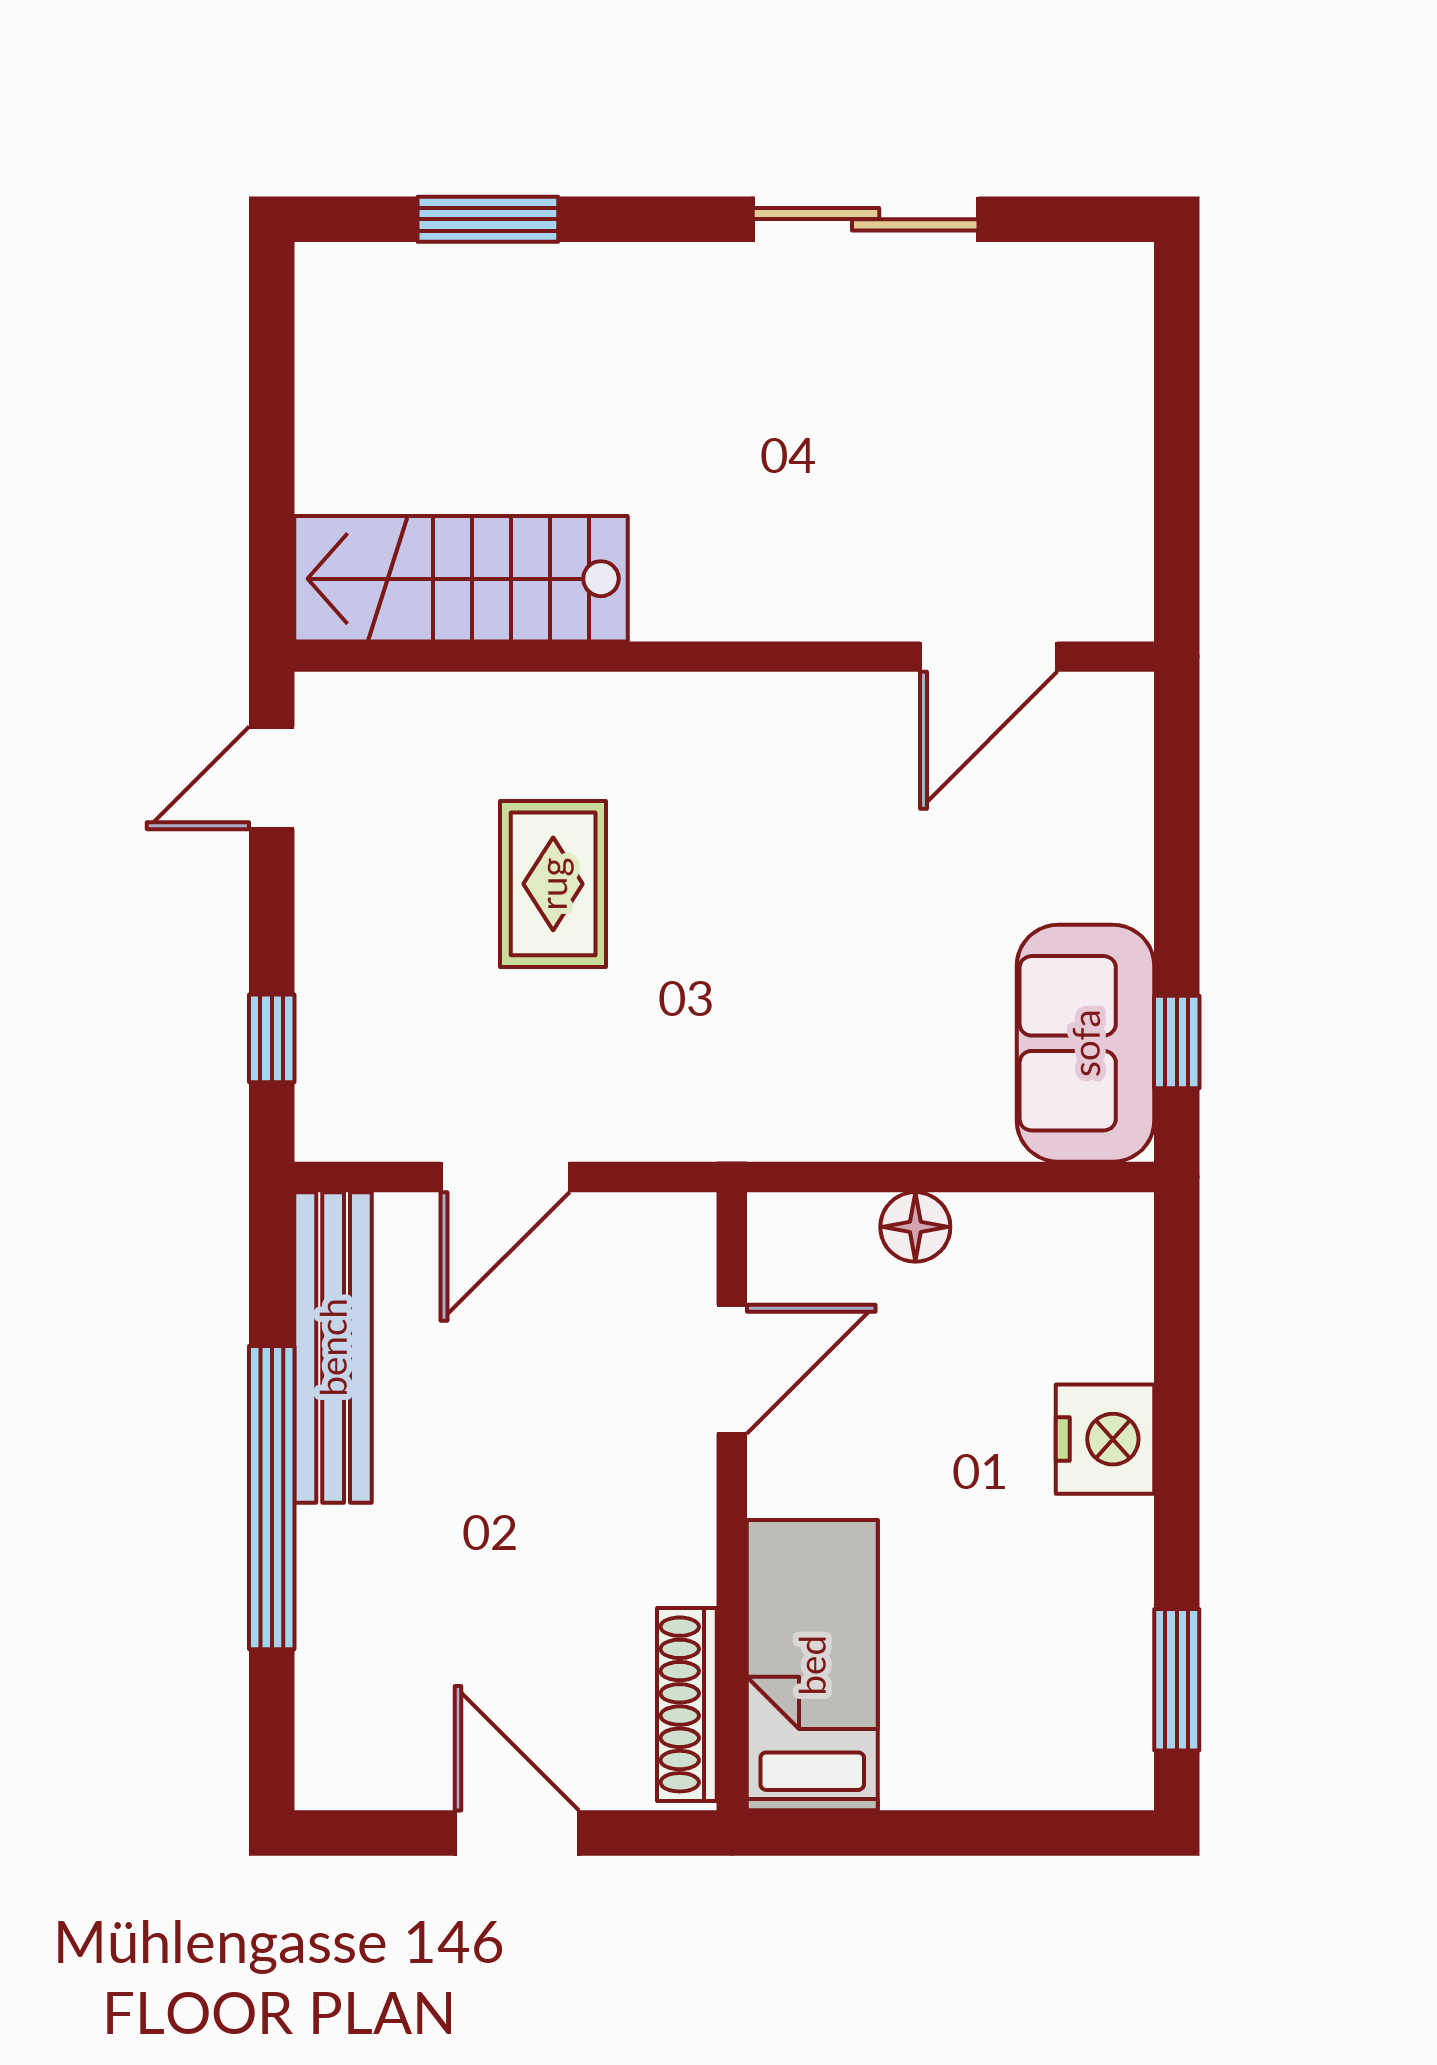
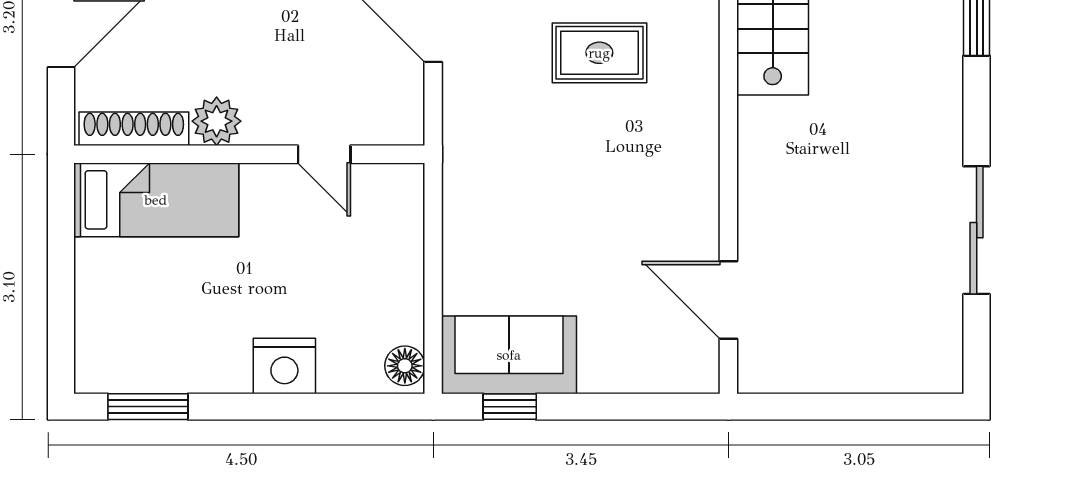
floor lamp: (915, 1227) -> (405, 366), moved
door: (732, 1369) -> (324, 154), width x0.73
plant: (674, 1559) -> (217, 121), added

